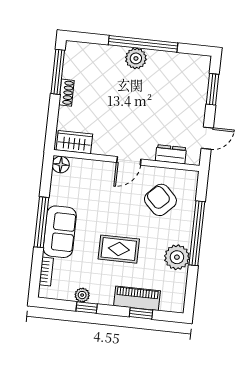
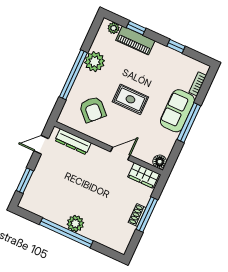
window: (58, 72) -> (147, 215), moved
dresser: (171, 154) -> (73, 142), width x1.44
door: (129, 161) -> (120, 153), moved
rug: (119, 249) -> (130, 99), moved
plant: (82, 295) -> (114, 28), moved

